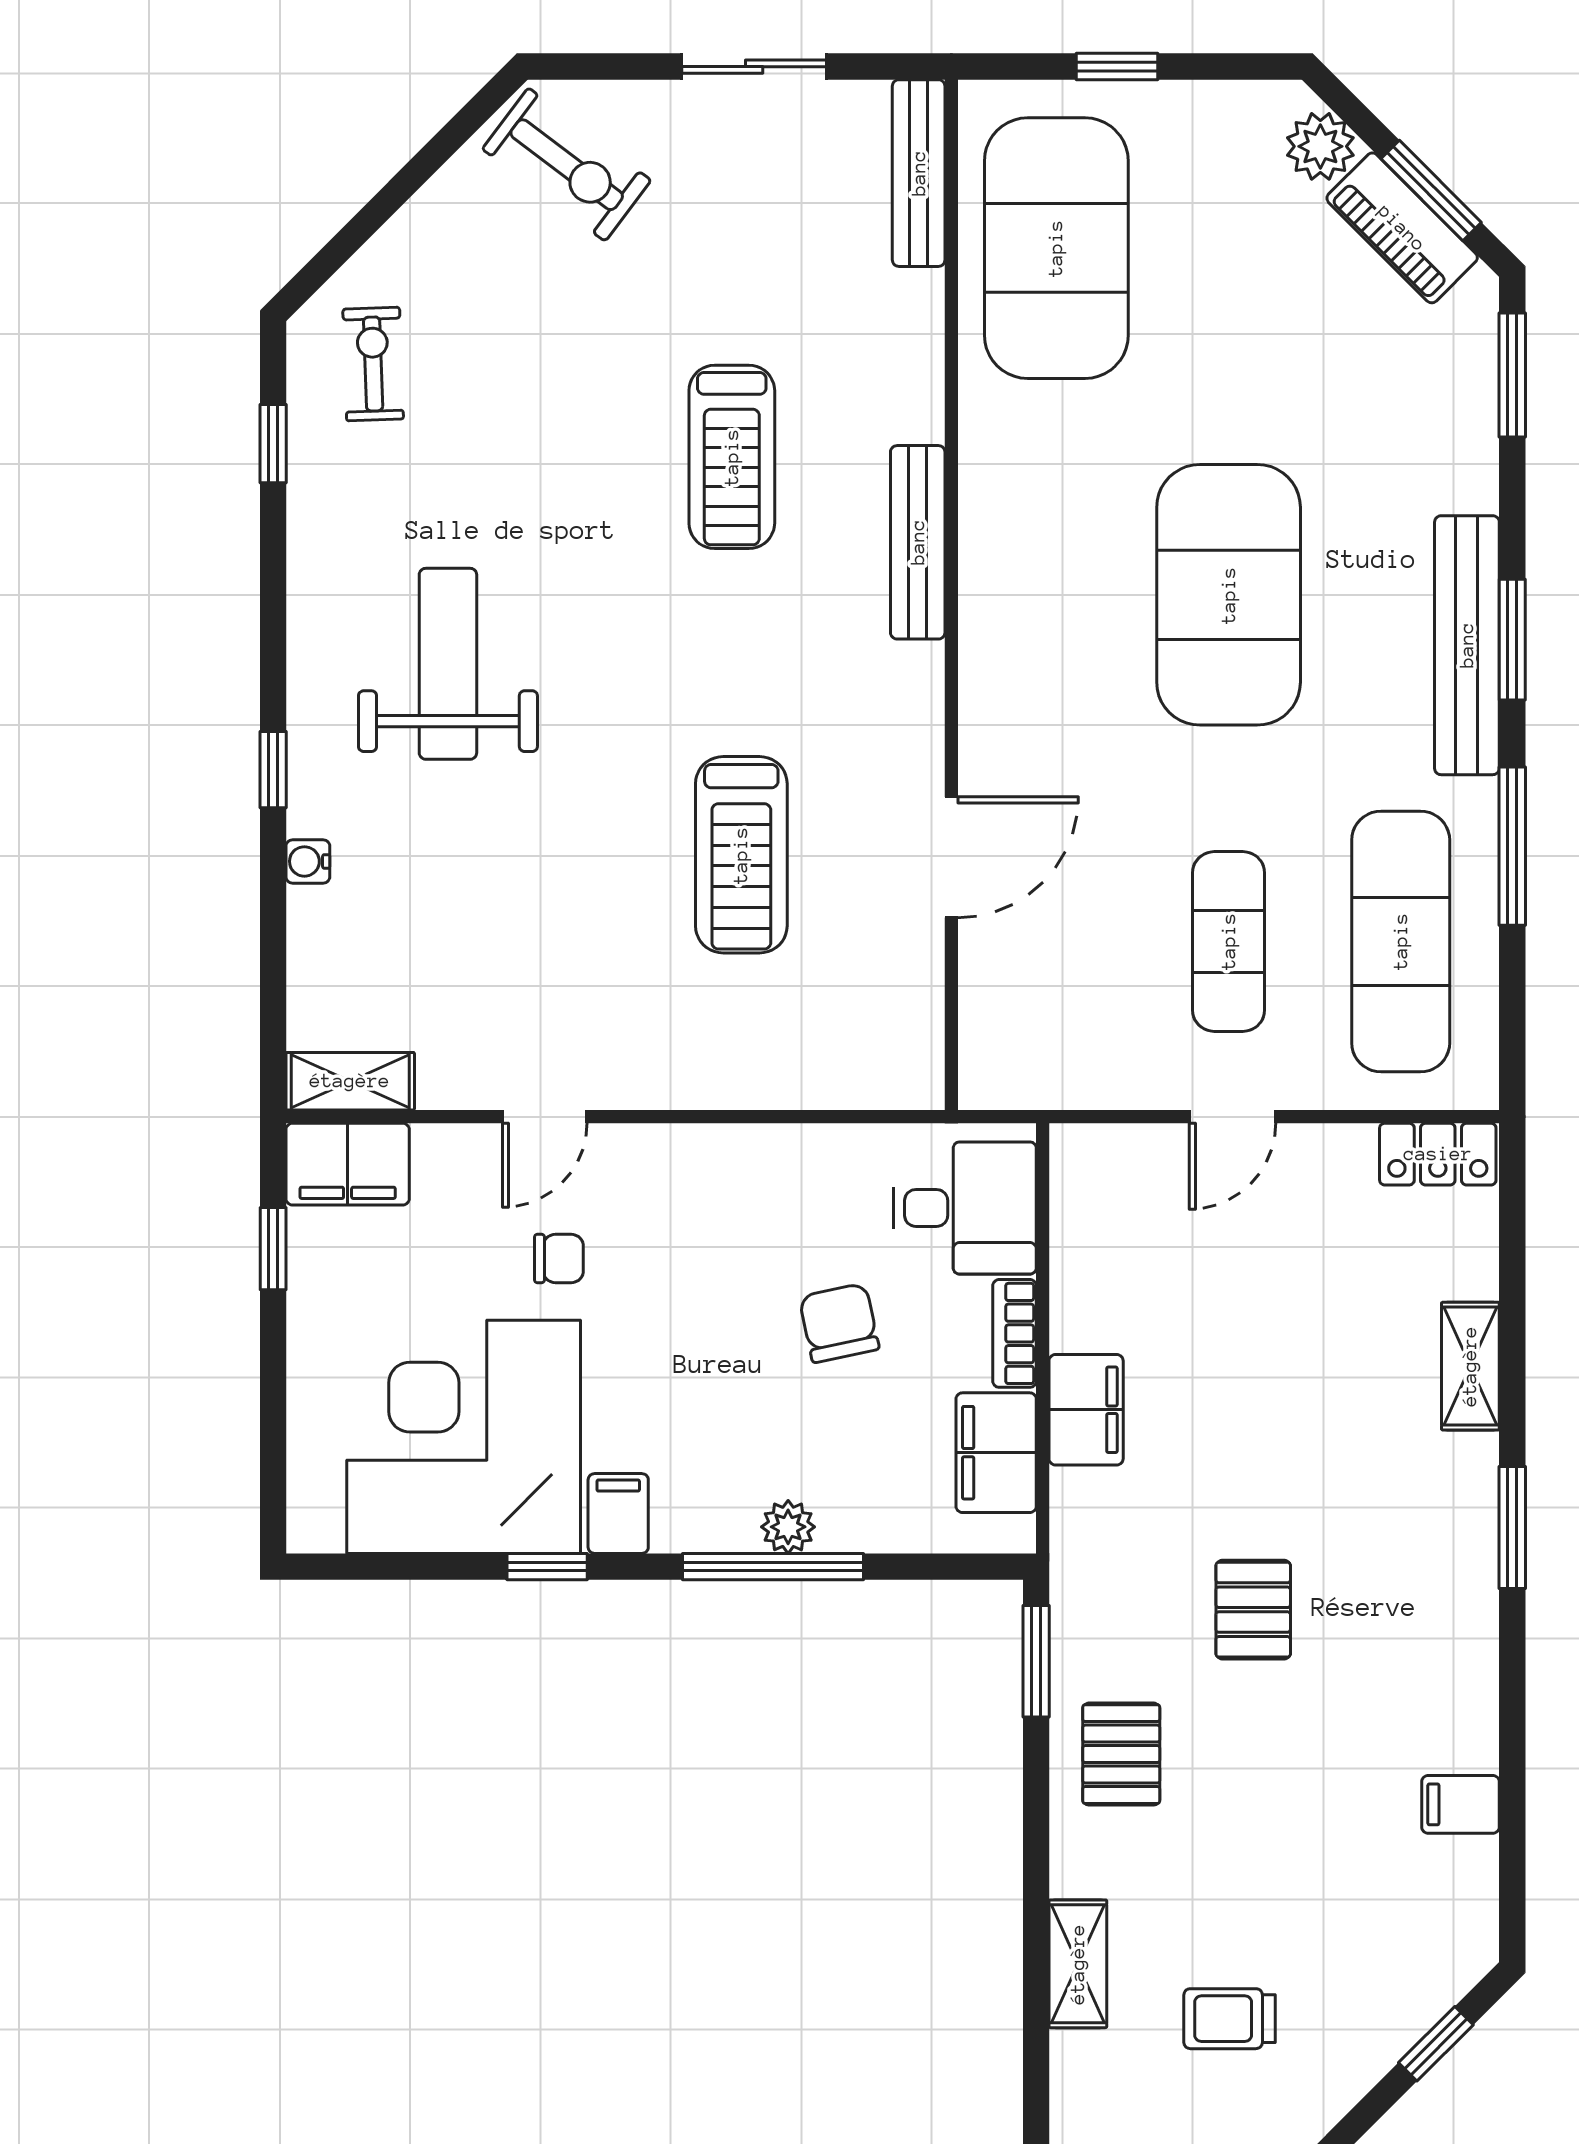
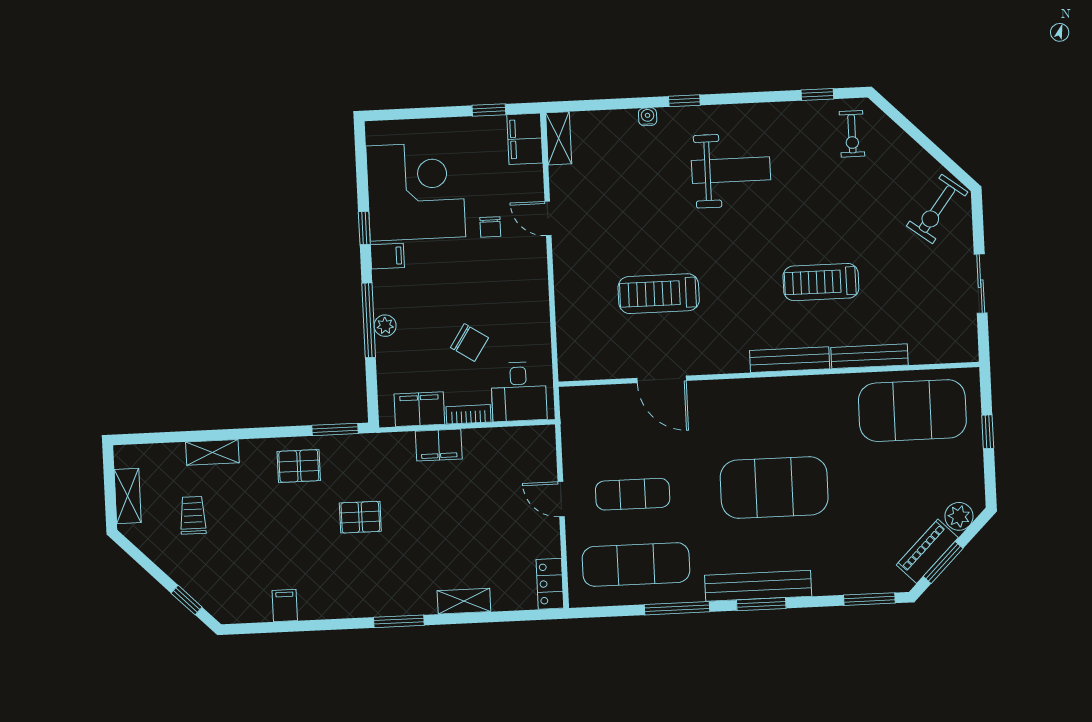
bench: (919, 173) -> (869, 356), moved
exercise bike: (373, 364) -> (852, 134), turned 92
chair: (839, 1323) -> (469, 343), turned 45

